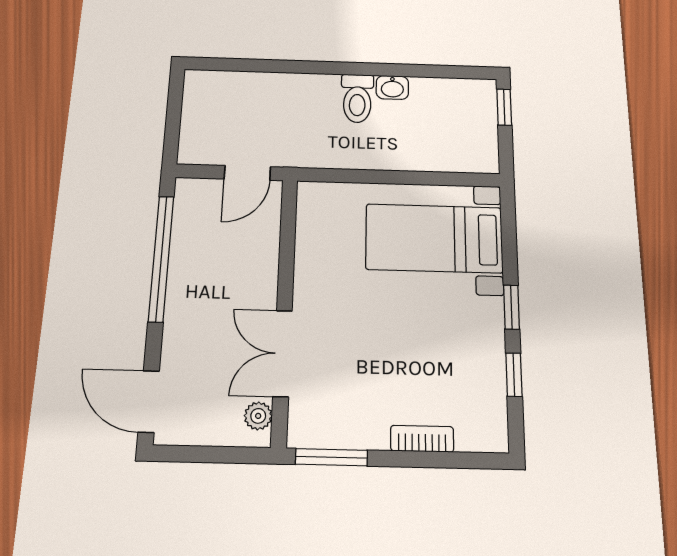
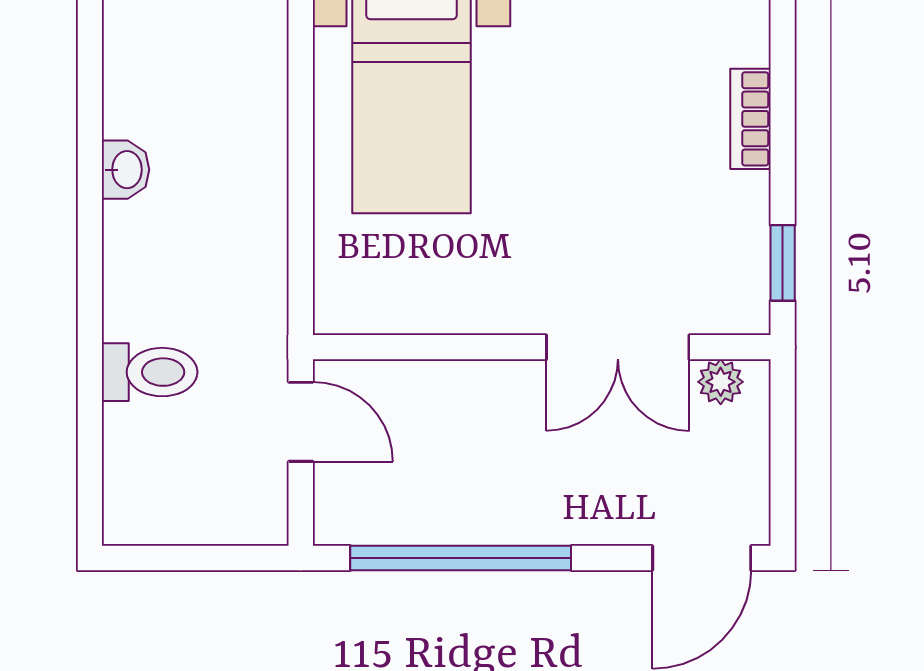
toilet: (357, 98) -> (150, 372), moved
window: (331, 457) -> (783, 263), width x0.67

